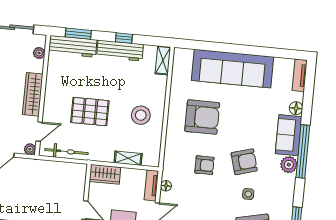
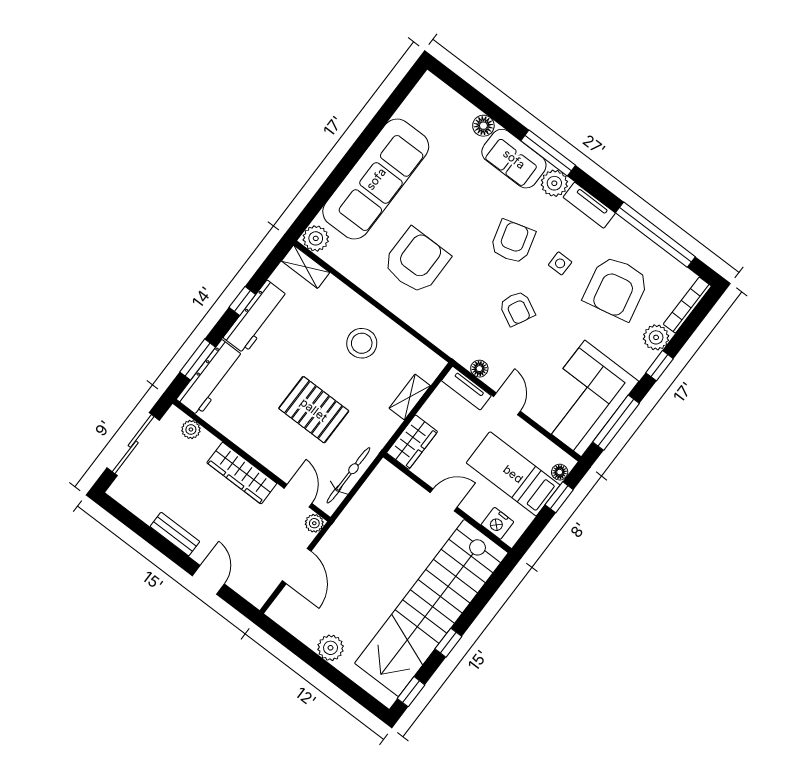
plant: (181, 56) -> (316, 238), added
tv unit: (300, 75) -> (589, 205), moved
pallet: (90, 112) -> (314, 410), turned 90
window: (303, 151) -> (548, 153), width x0.68
armchair: (204, 165) -> (517, 309), moved, turned 117

